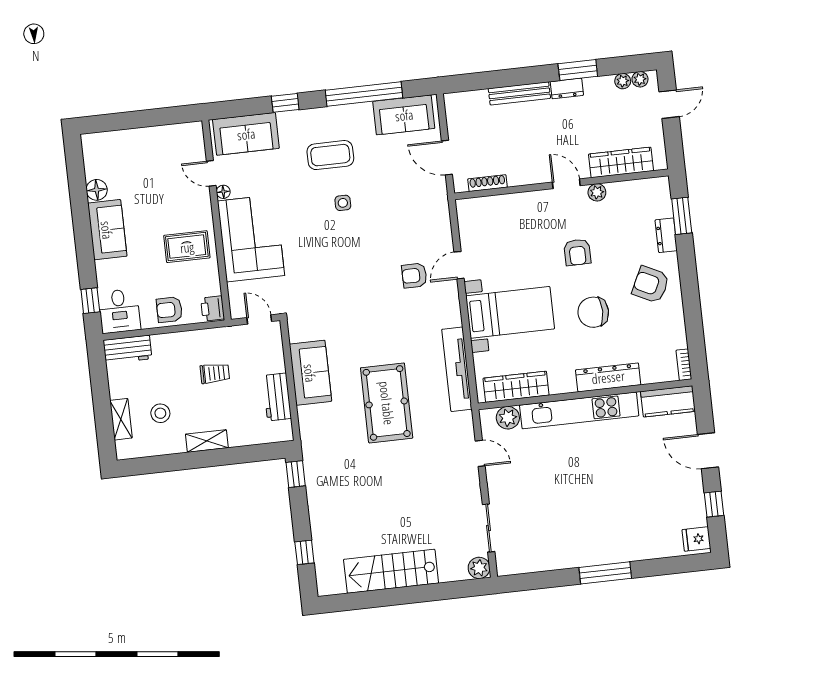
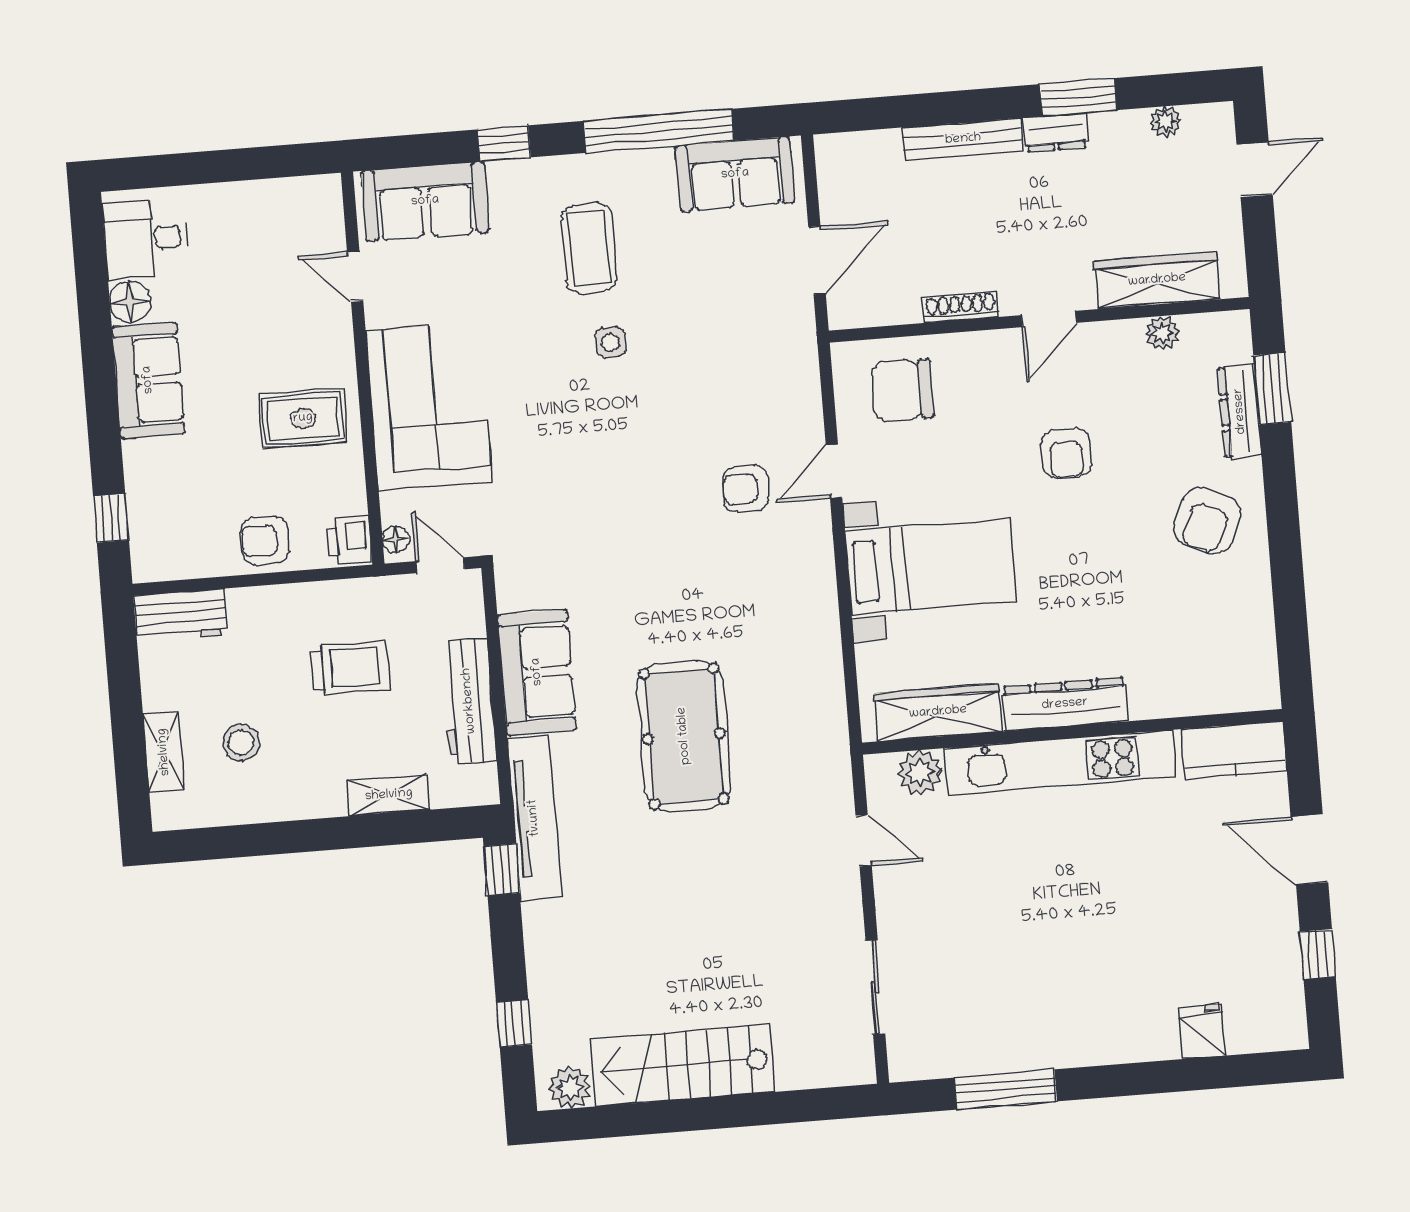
plant: (640, 79) -> (1199, 119), removed
coffee table: (330, 155) -> (589, 248), turned 90
door: (447, 158) -> (817, 260), swing flipped
shoe rack: (487, 183) -> (960, 307), moved
door: (566, 184) -> (1049, 319), swing flipped
floor lamp: (223, 192) -> (396, 539), moved
plant: (597, 192) -> (1162, 333), moved
dresser: (666, 235) -> (1240, 411), width x1.44
armchair: (651, 285) -> (1207, 521), turned -92
desk: (119, 311) -> (146, 239), moved, turned 90
chair: (593, 312) -> (902, 390), moved
bookcase: (684, 365) -> (1267, 680), removed
tv unit: (457, 369) -> (534, 818), moved, turned 180
trolley: (215, 373) -> (350, 668), width x1.36, depth x1.39
dresser: (608, 377) -> (1065, 704), moved
workbench: (277, 397) -> (469, 701), width x1.38
shelving: (207, 441) -> (389, 795), moved
fridge: (696, 539) -> (1202, 1032), moved, turned 90
plant: (479, 568) -> (570, 1087), moved
window: (605, 573) -> (1006, 1089), moved

